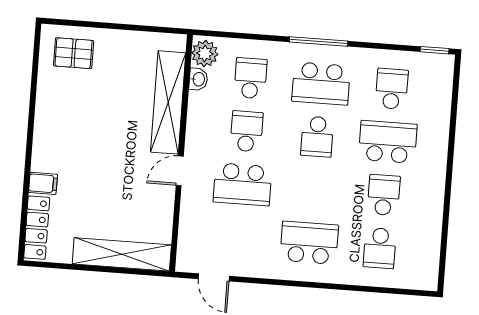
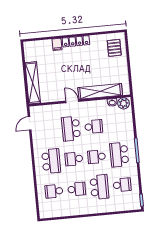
school desk: (250, 78) -> (74, 159), moved, turned 180
locker: (37, 228) -> (76, 41), moved

